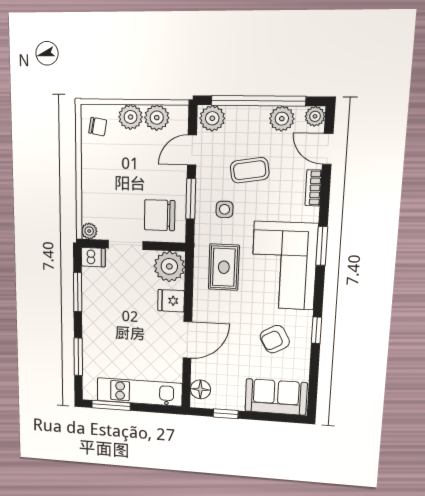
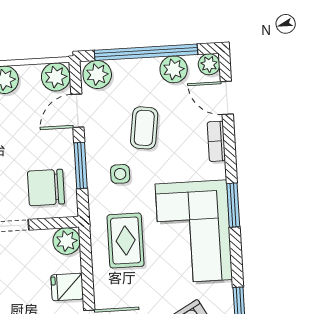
plant: (157, 118) -> (56, 77), moved
coffee table: (250, 170) -> (144, 128), turned -73
plant: (169, 266) -> (67, 241), width x0.73, depth x0.73

